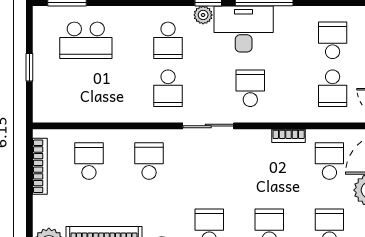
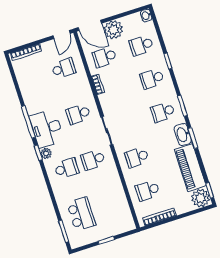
school desk: (333, 40) -> (37, 77), removed
school desk: (168, 88) -> (93, 160), turned 180

